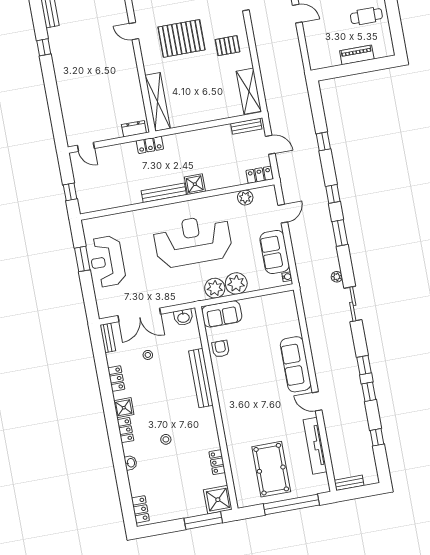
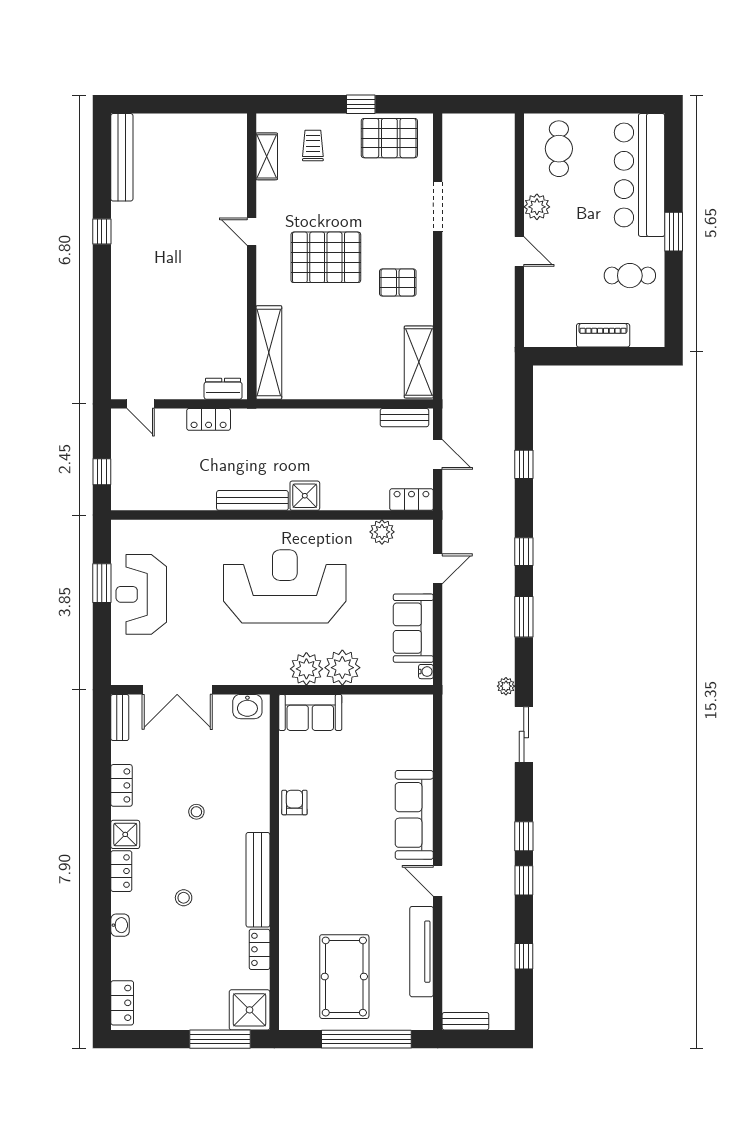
locker: (150, 145) -> (209, 419), moved
armchair: (221, 349) -> (294, 803), moved
stool: (148, 355) -> (196, 812), moved
bench: (201, 378) -> (258, 880), moved

